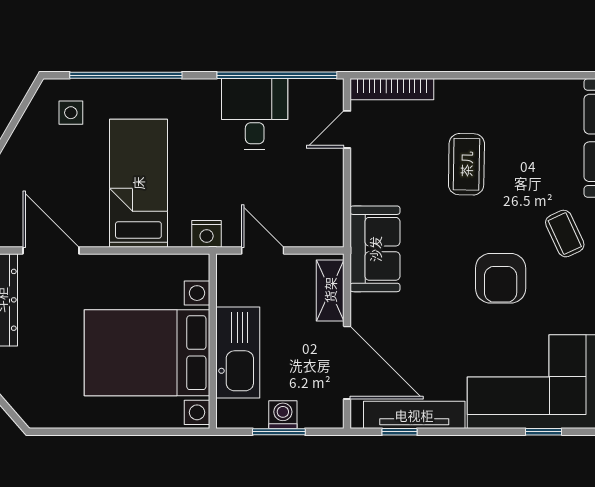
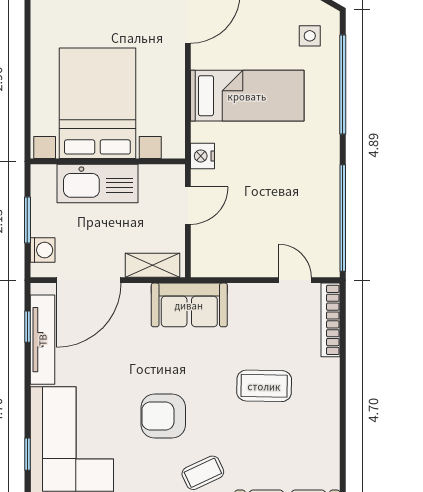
desk: (255, 114) -> (309, 199), removed
washing machine: (283, 415) -> (43, 250), moved

